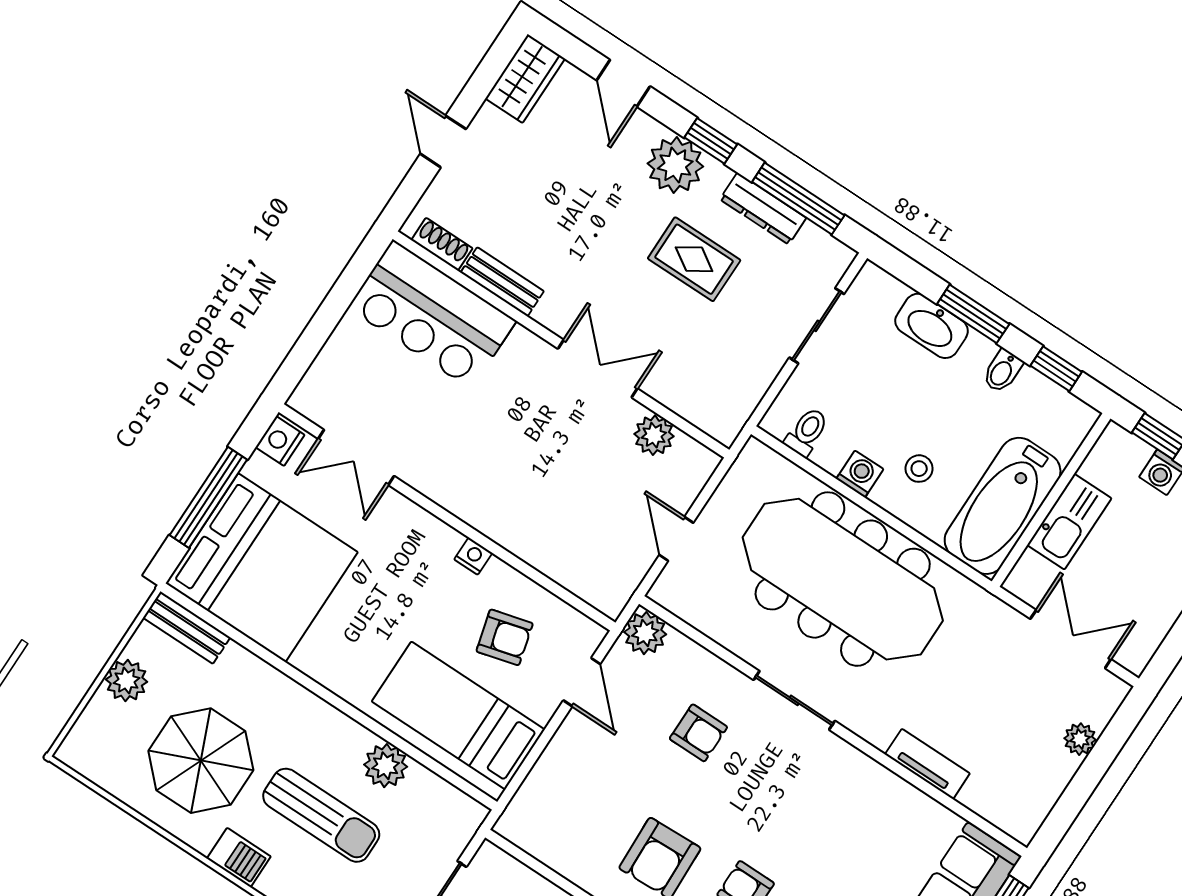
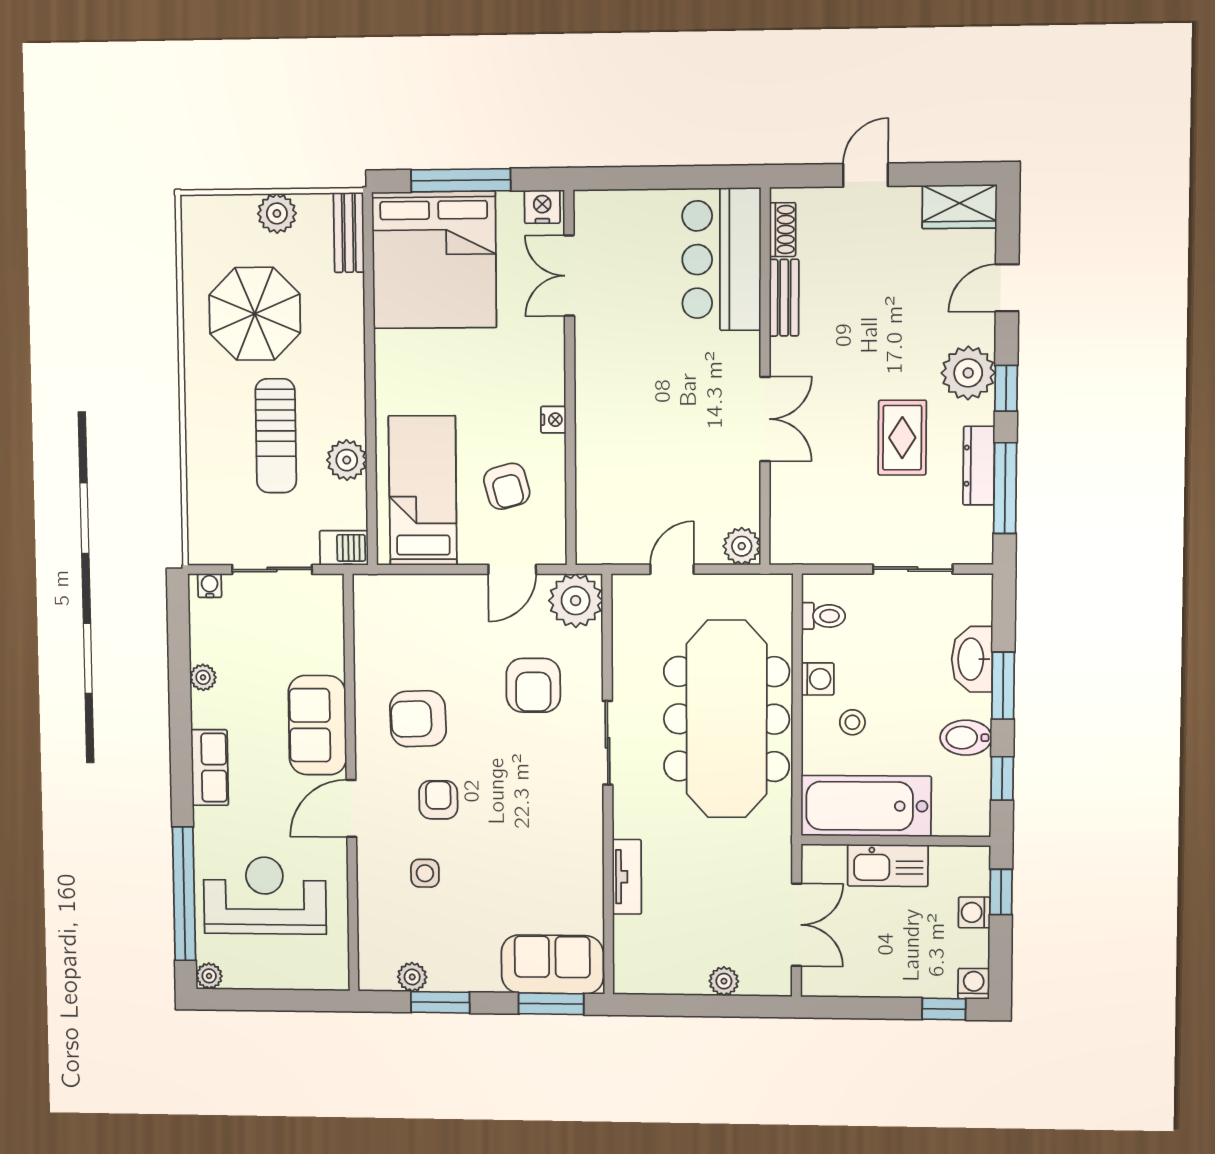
bidet: (1002, 371) -> (966, 738), width x1.38, depth x1.36
plant: (654, 435) -> (742, 546), moved
plant: (645, 633) -> (576, 601), width x1.36, depth x1.36
armchair: (698, 733) -> (533, 685), width x1.38, depth x1.38
barbecue: (239, 857) -> (344, 548), moved, turned -90

